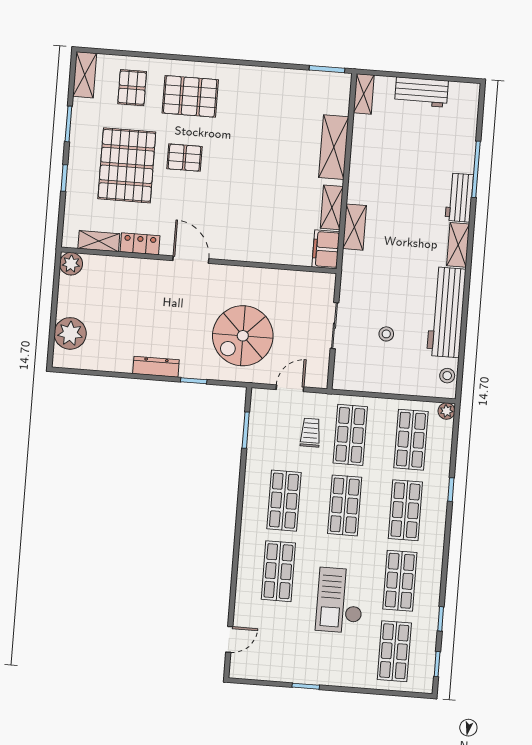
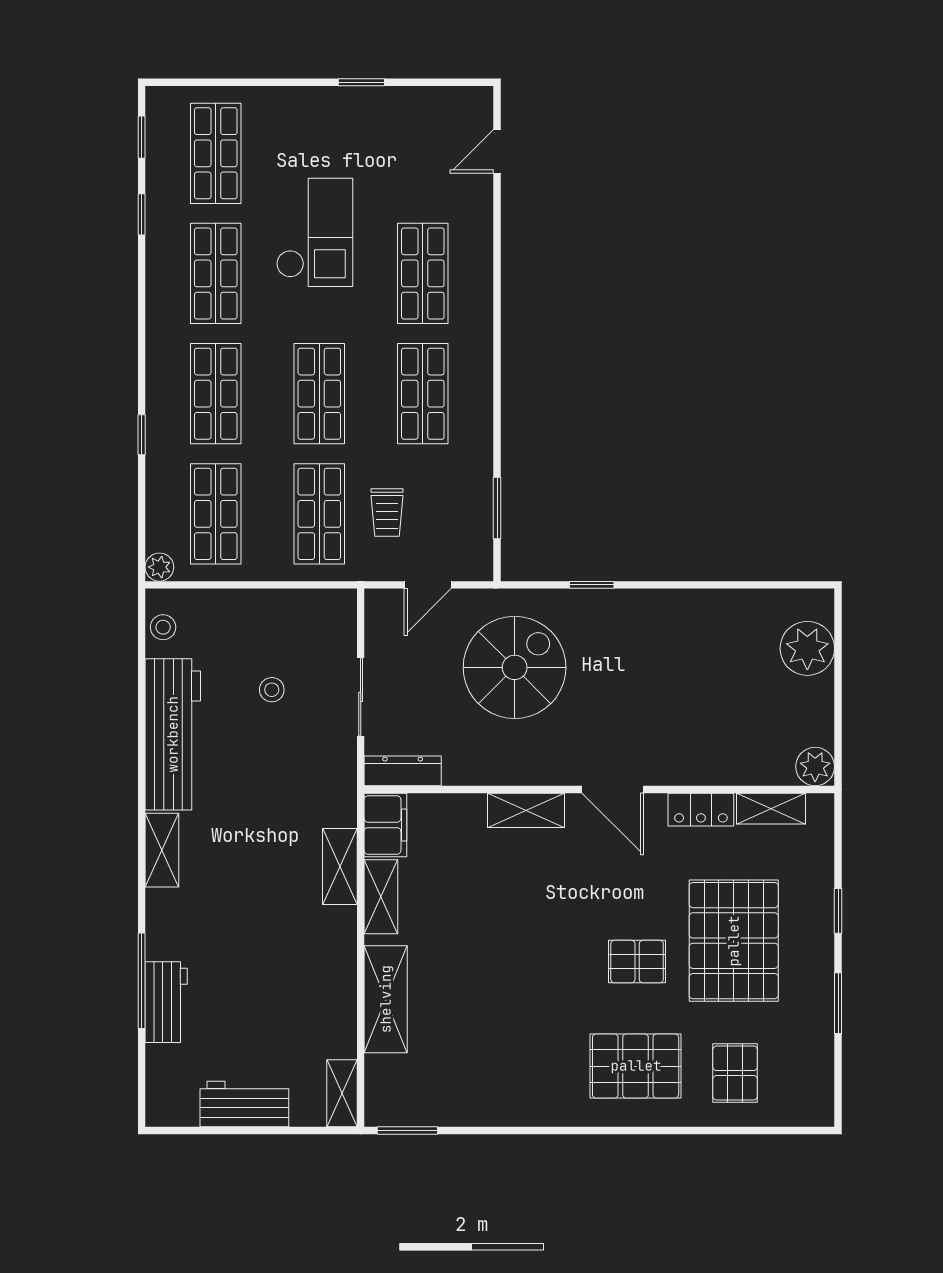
shelving: (85, 75) -> (526, 810), moved, turned 90
workbench: (459, 197) -> (166, 1002), moved
dresser: (156, 367) -> (403, 771), moved, turned 180

